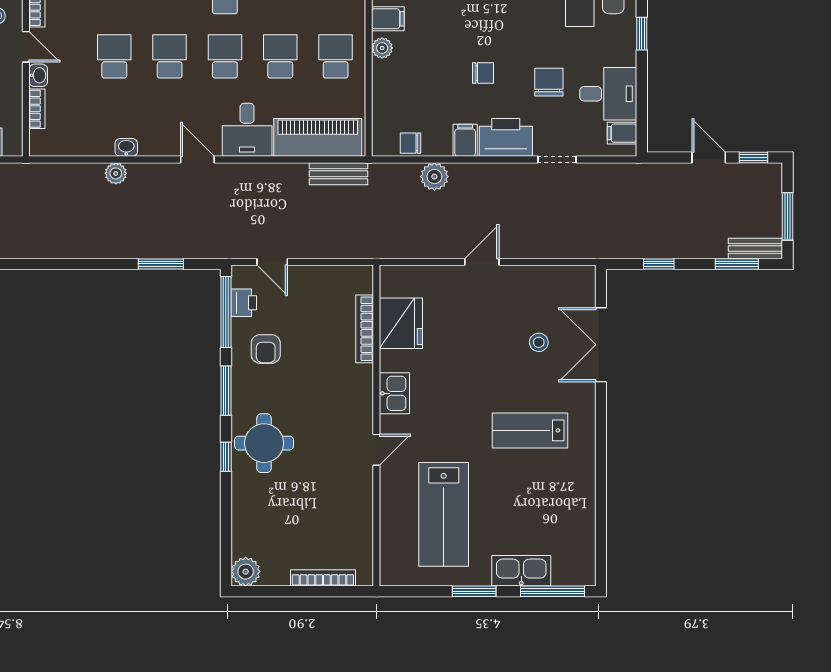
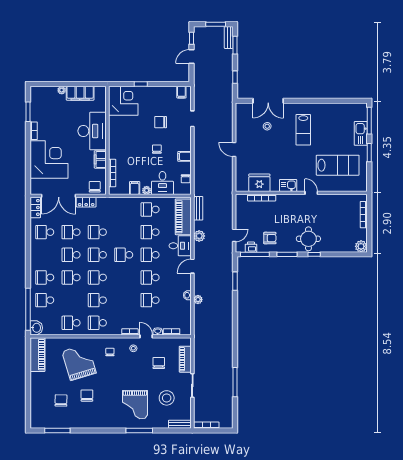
door: (26, 47) -> (146, 336), hinge flipped
desk: (608, 94) -> (162, 183), moved, turned 180
printer: (506, 137) -> (183, 140), removed
plant: (434, 177) -> (199, 236), moved

